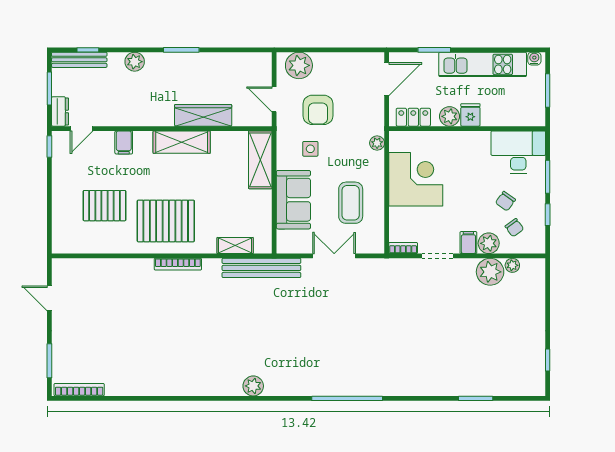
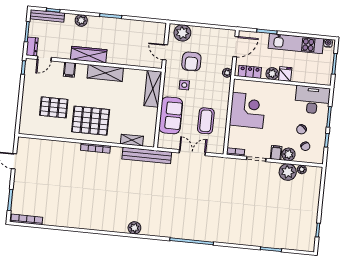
wardrobe: (203, 115) -> (89, 55), moved
plant: (377, 143) -> (227, 73), moved

